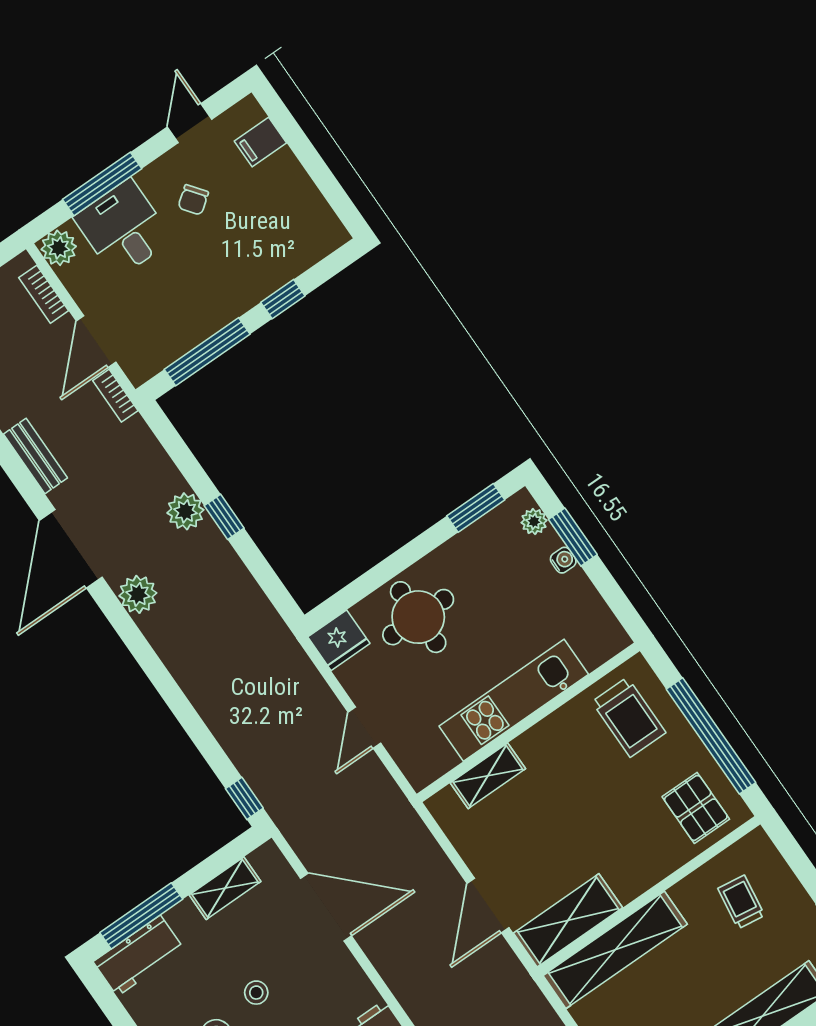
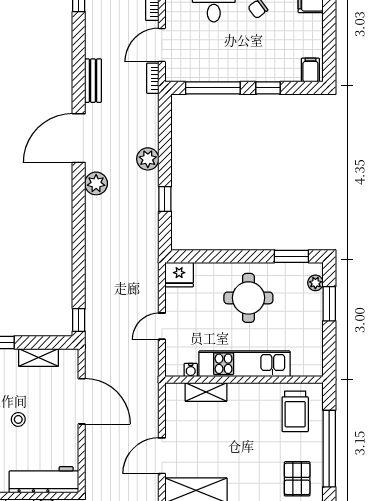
filing cabinet: (324, 234) -> (310, 70), added
window: (224, 517) -> (165, 199), moved
water cooler: (563, 560) -> (191, 370), moved, turned 90
round table: (418, 617) -> (248, 298), moved

